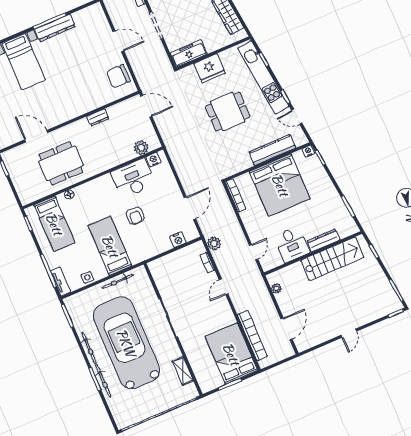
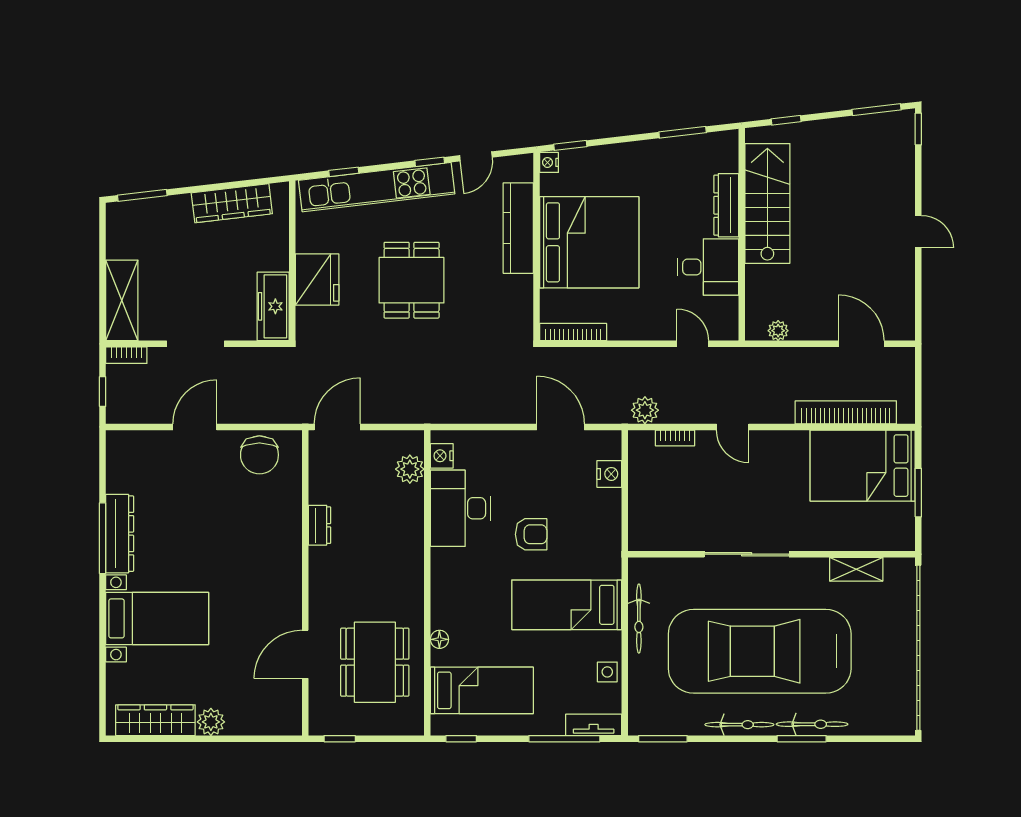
dining table: (61, 163) -> (375, 662), moved

